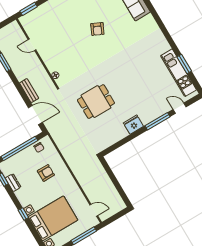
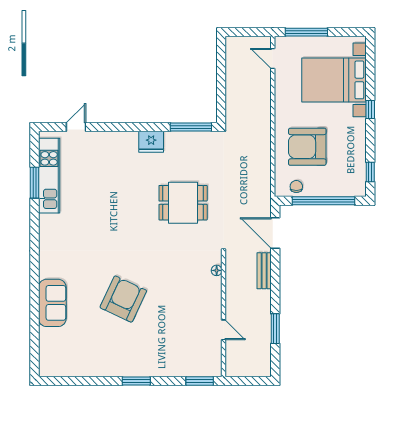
armchair: (97, 29) -> (123, 299), width x1.88, depth x1.88
door: (180, 108) -> (76, 127), swing flipped
window: (157, 121) -> (191, 127), moved
armchair: (46, 173) -> (307, 147), width x1.88, depth x1.88
dresser: (13, 183) -> (359, 160), removed

